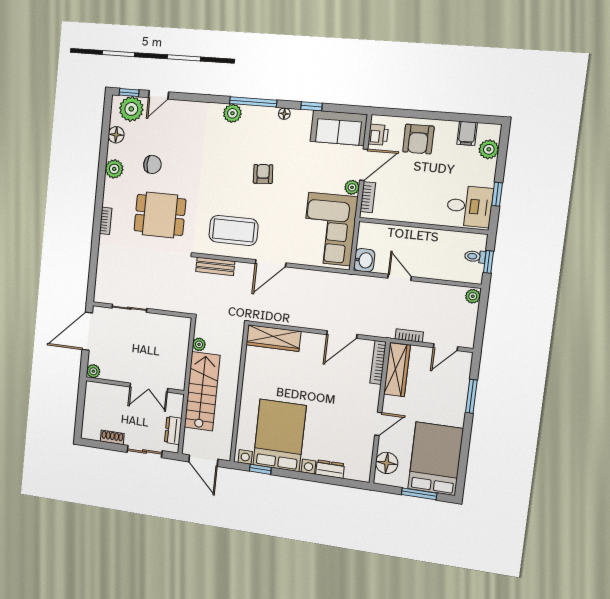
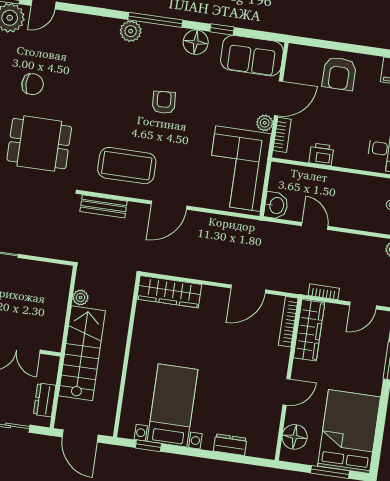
floor lamp: (284, 114) -> (196, 42), width x1.89, depth x1.89
printer: (378, 135) -> (321, 154), moved, turned -90
bed with nightstands: (280, 435) -> (173, 405), width x0.73

